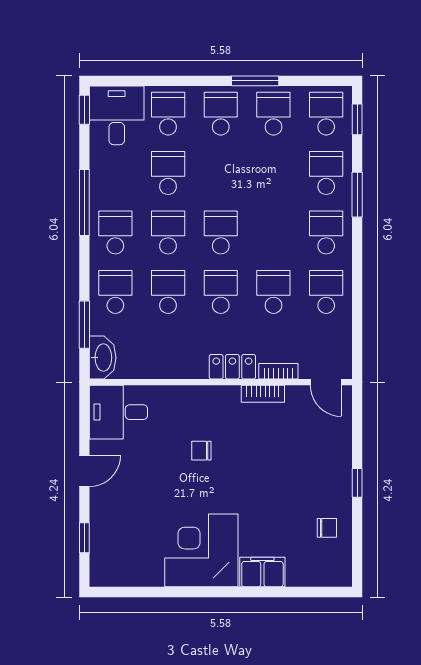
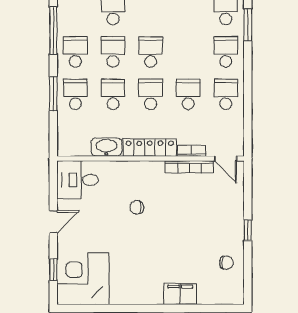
window: (84, 325) -> (53, 94), moved
washbasin: (103, 358) -> (106, 147), moved, turned -90
locker: (232, 367) -> (150, 148), width x1.53
bookcase: (263, 394) -> (189, 167), width x1.56
corner desk: (201, 550) -> (83, 279), moved

